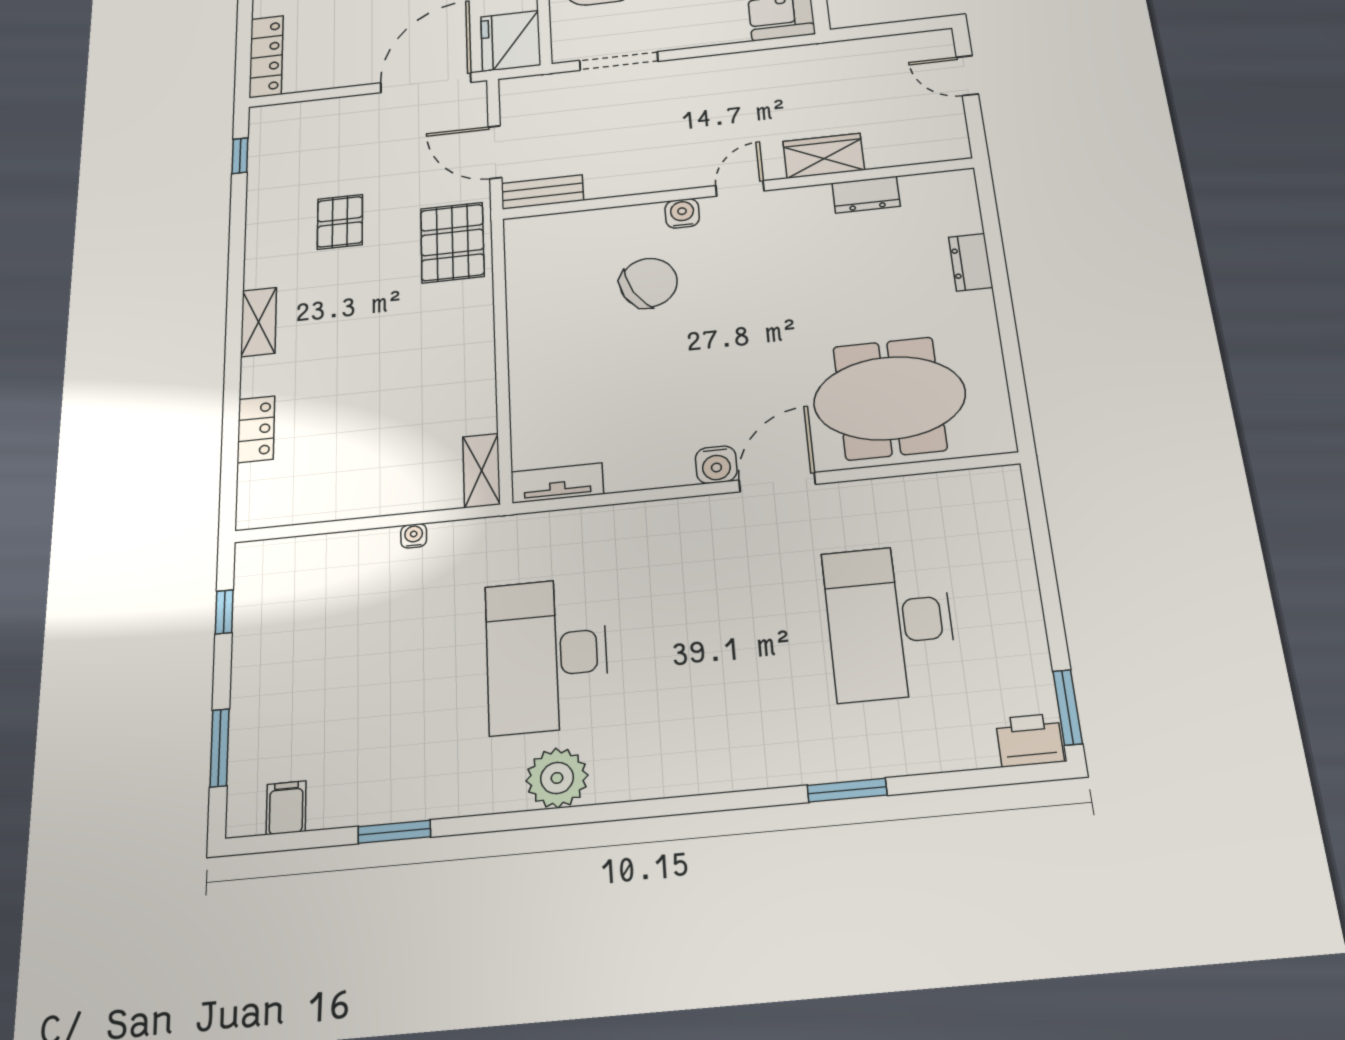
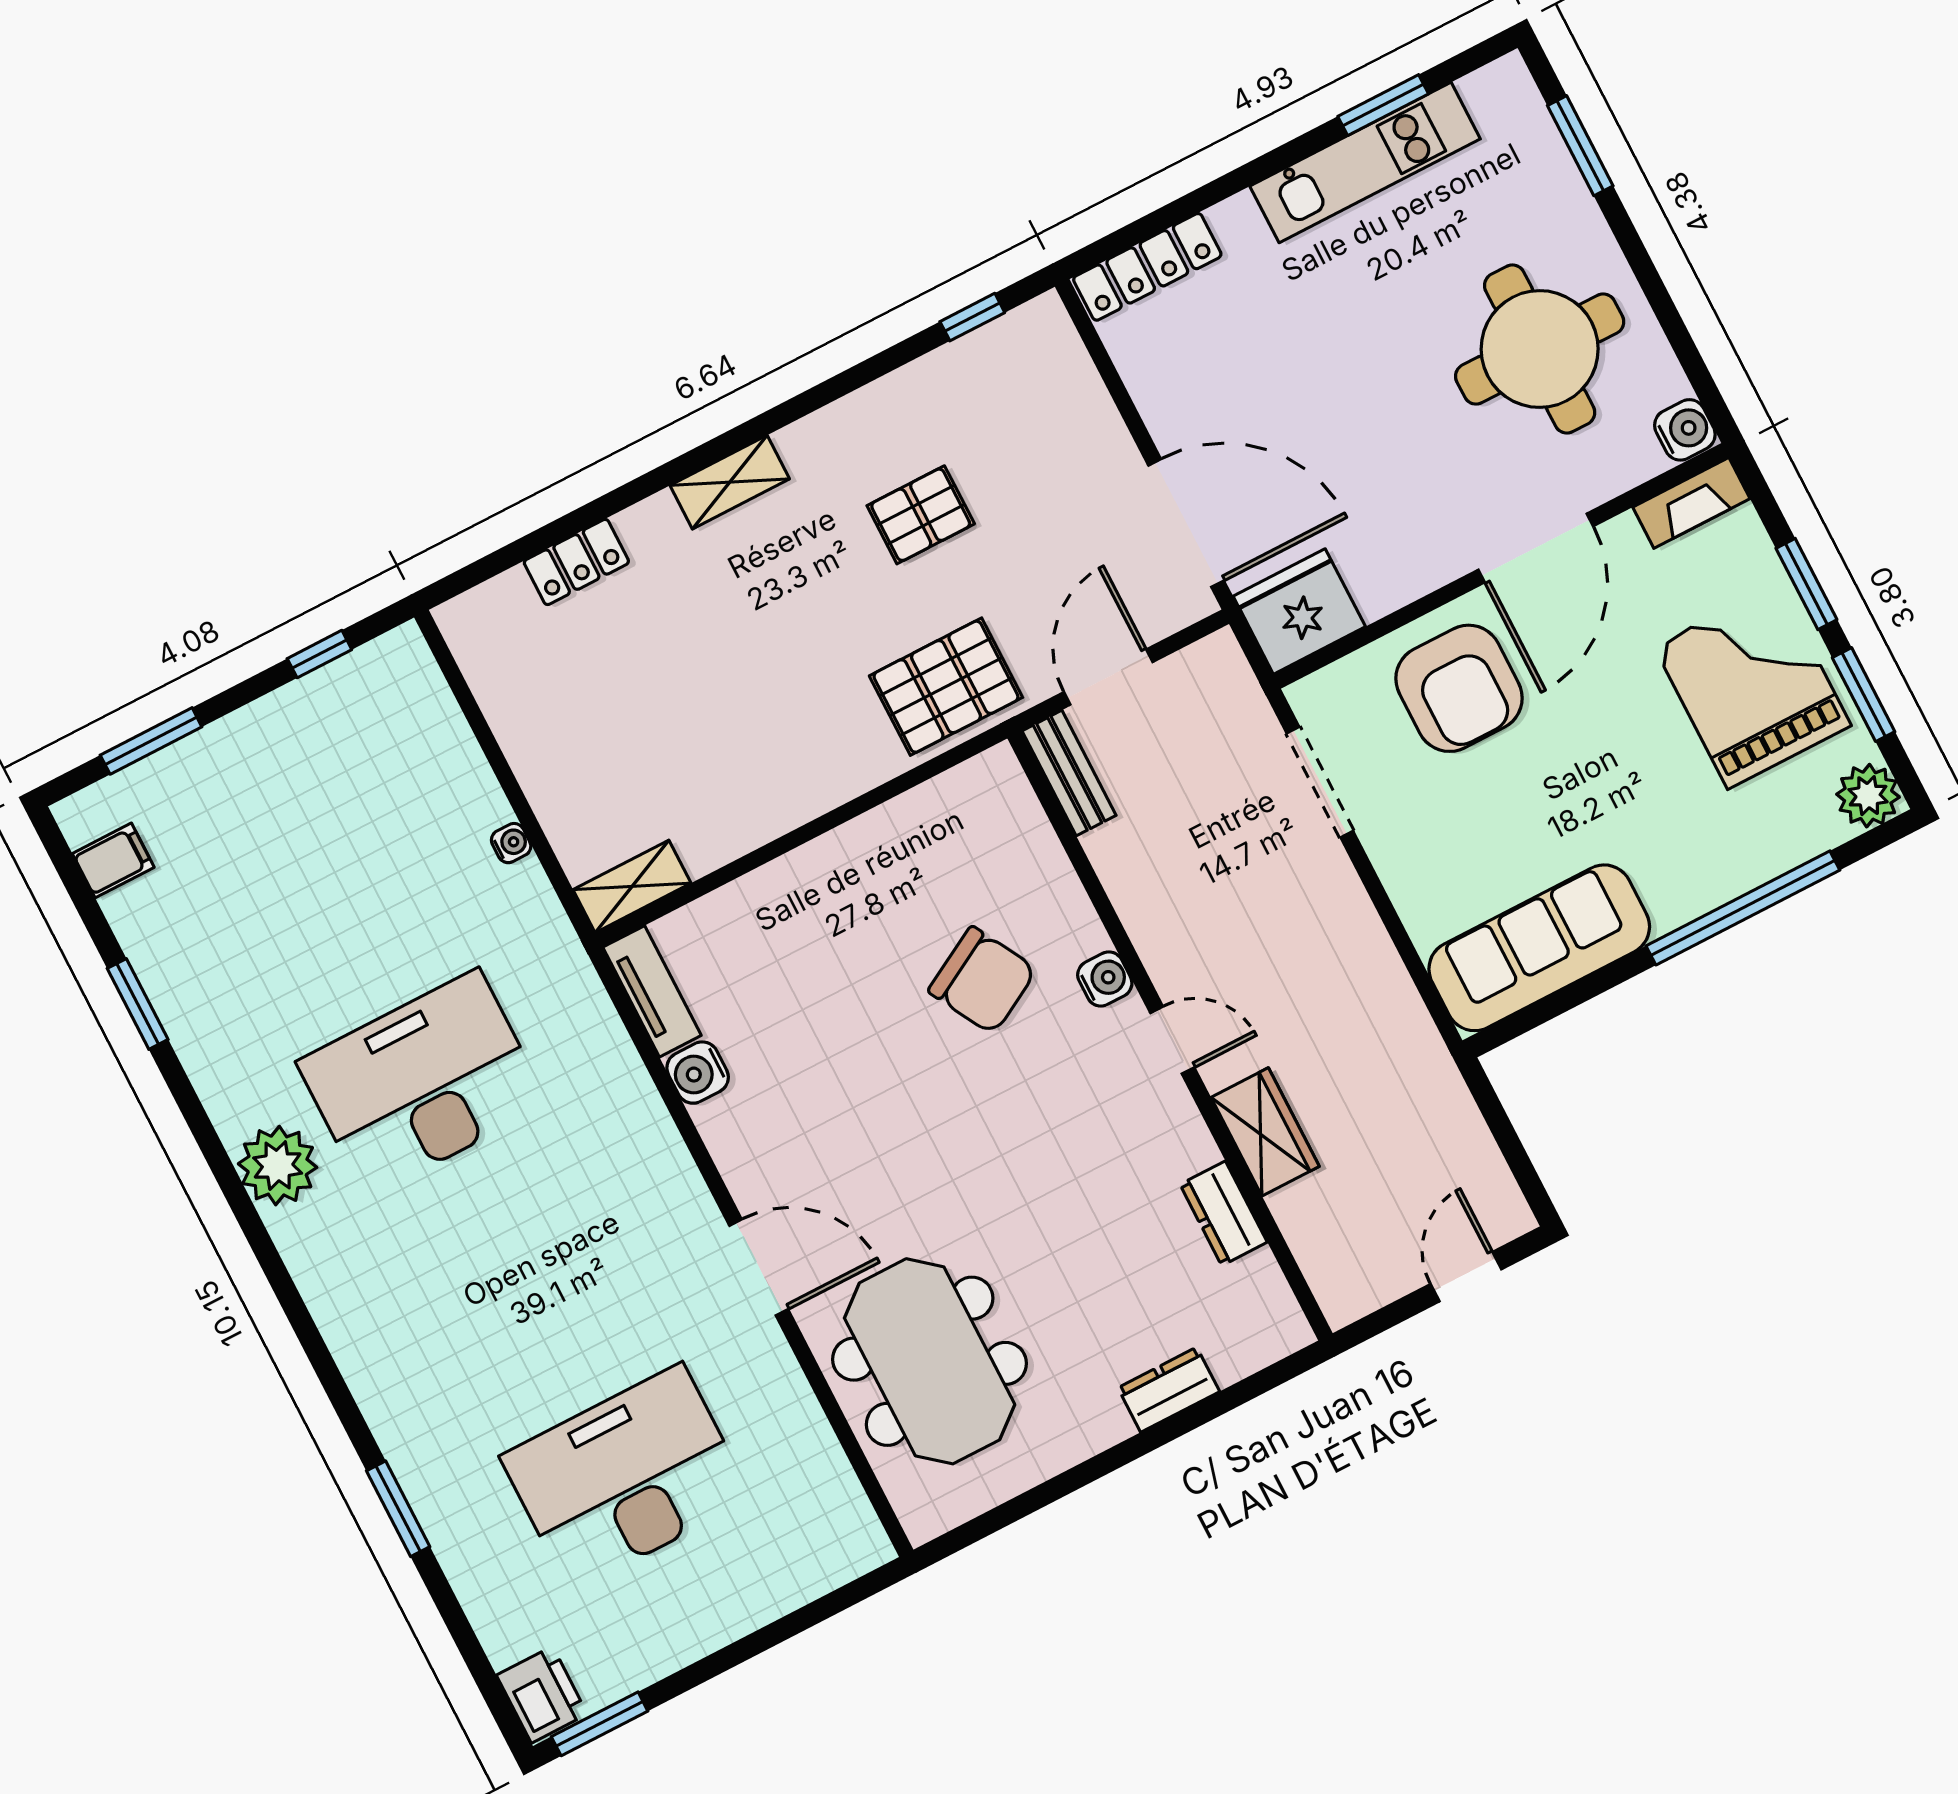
water cooler: (716, 465) -> (698, 1073), moved

